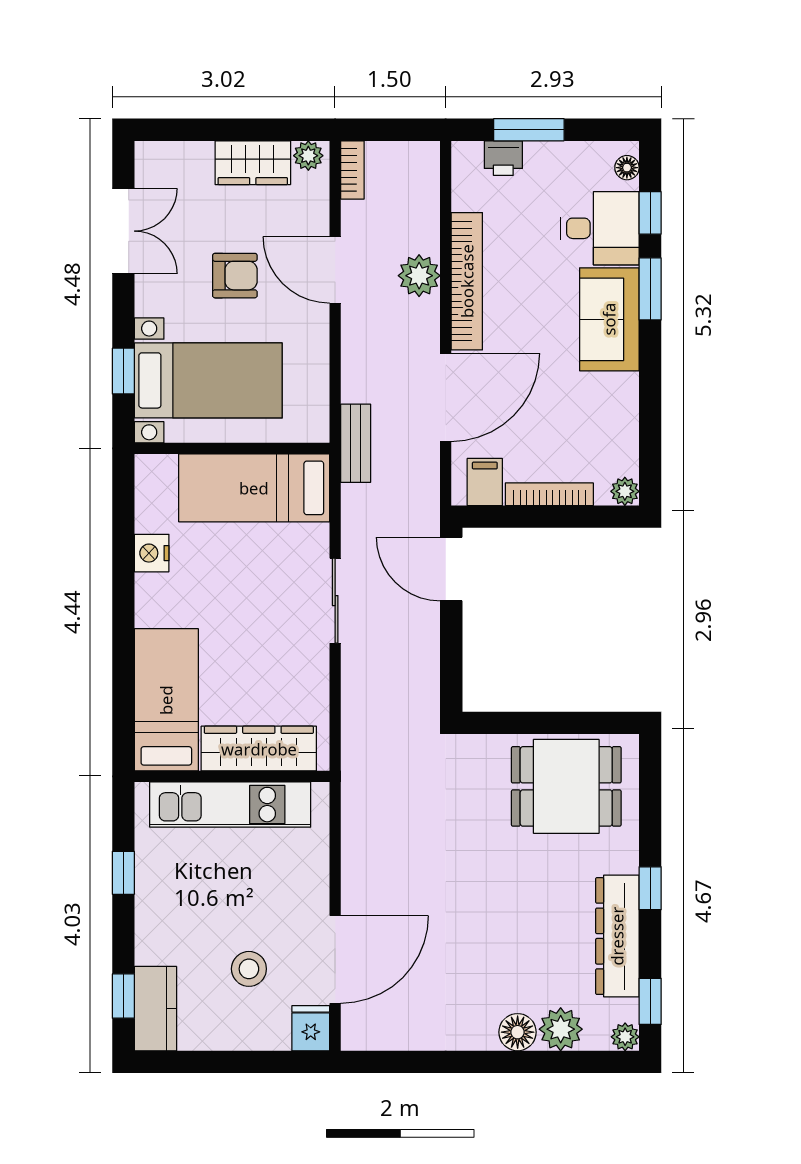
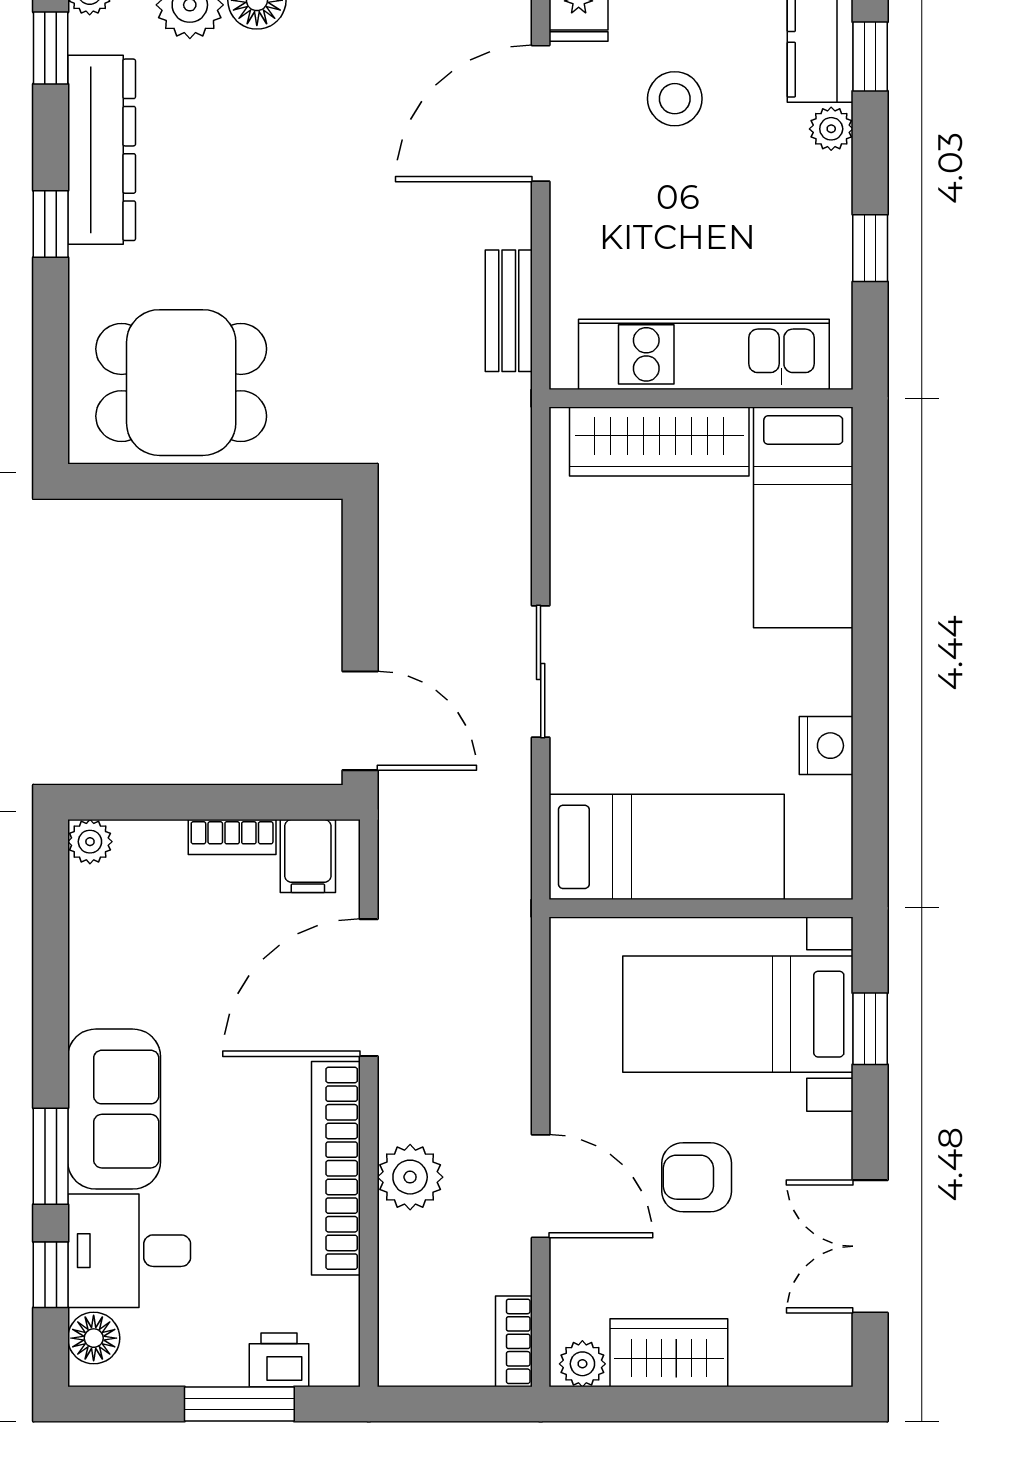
floor lamp: (627, 168) -> (94, 1338), width x1.37, depth x1.37
bench: (356, 443) -> (509, 311), moved
bookcase: (549, 494) -> (232, 837), width x0.64
plant: (148, 950) -> (831, 129), added

